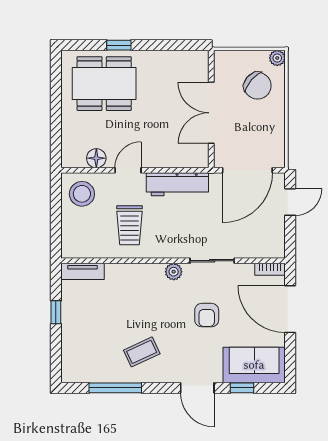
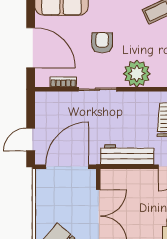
bookcase: (270, 269) -> (63, 82), moved
plant: (174, 272) -> (137, 74), width x1.87, depth x1.87

